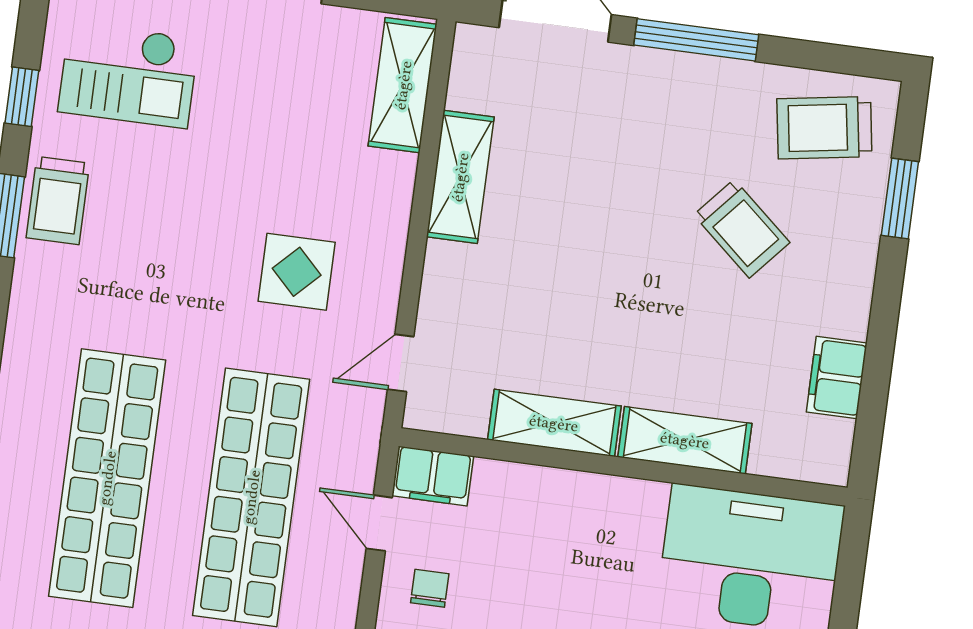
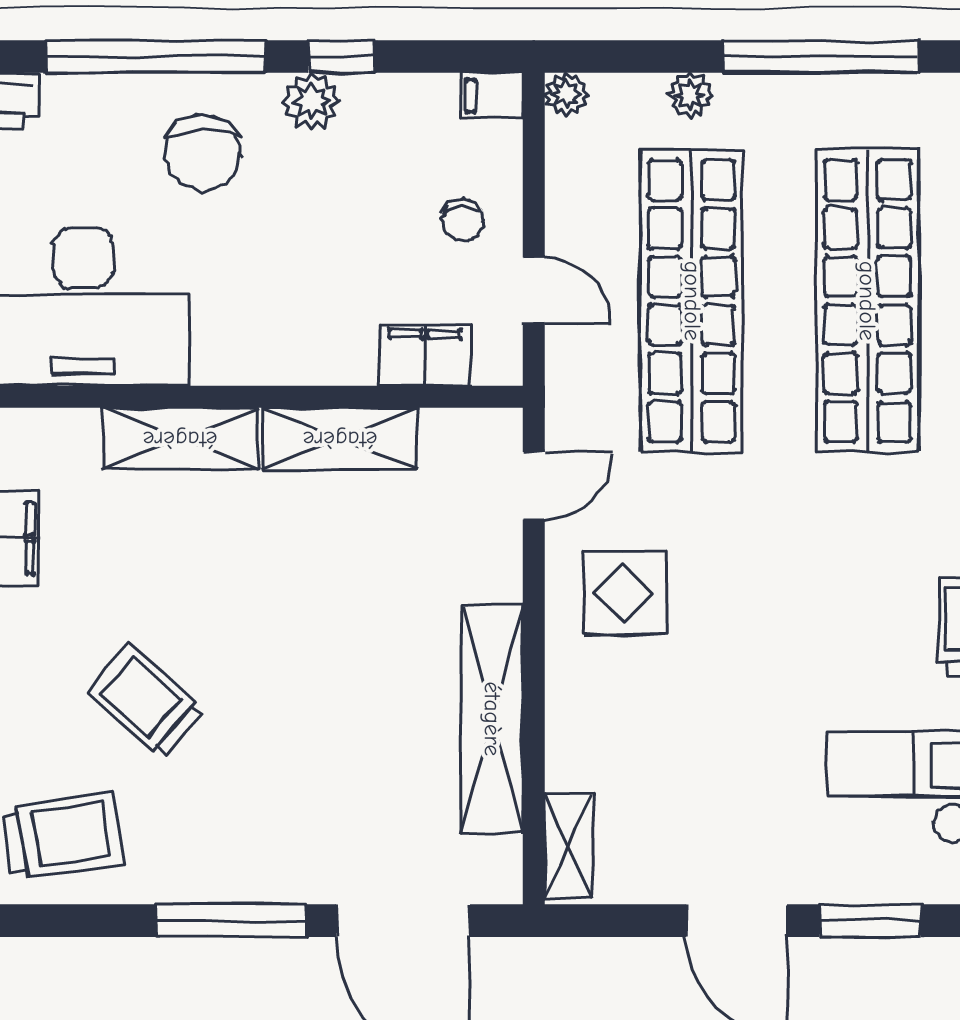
shelving: (403, 85) -> (568, 846), width x0.67, depth x0.75
shelving: (460, 177) -> (492, 719), width x1.47
display table: (297, 272) -> (624, 593), moved
filing cabinet: (433, 476) -> (425, 355), moved

